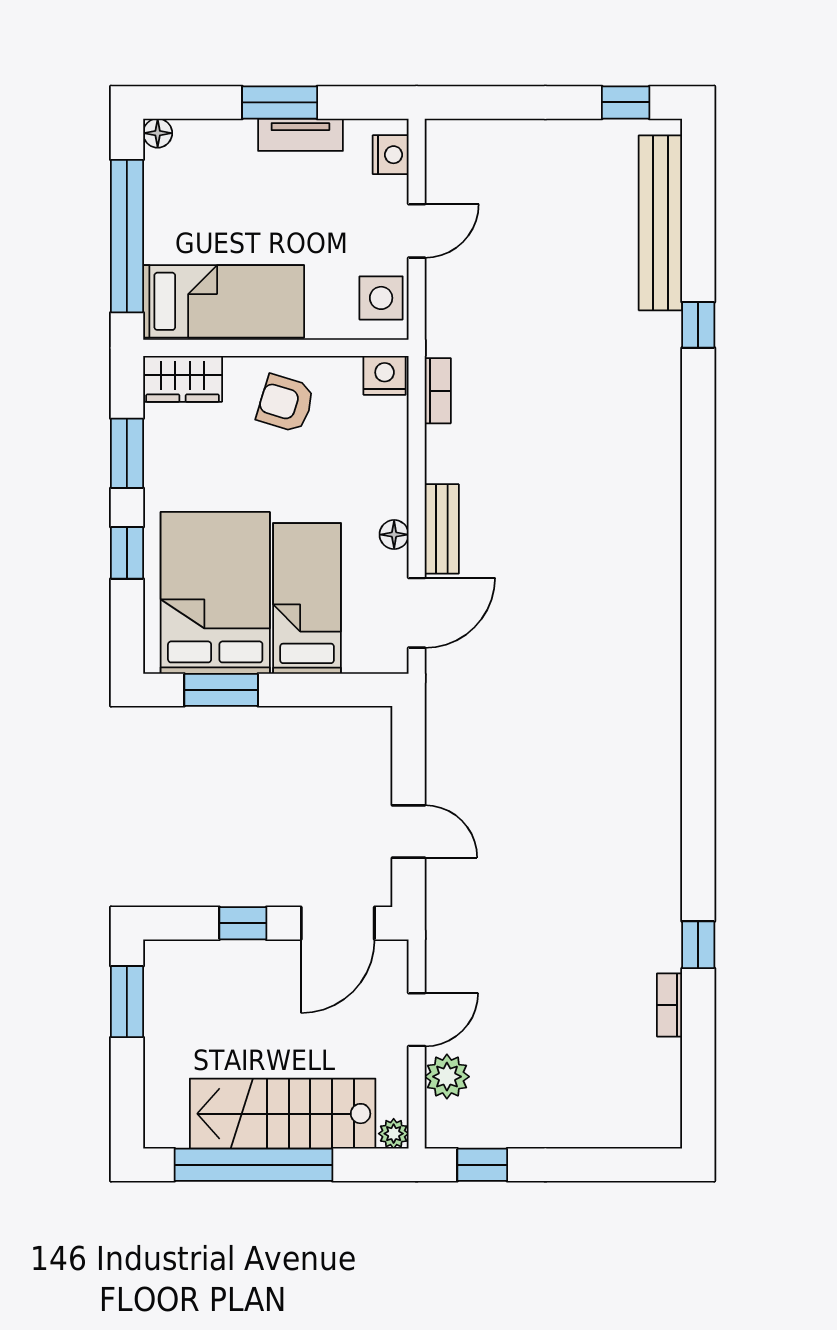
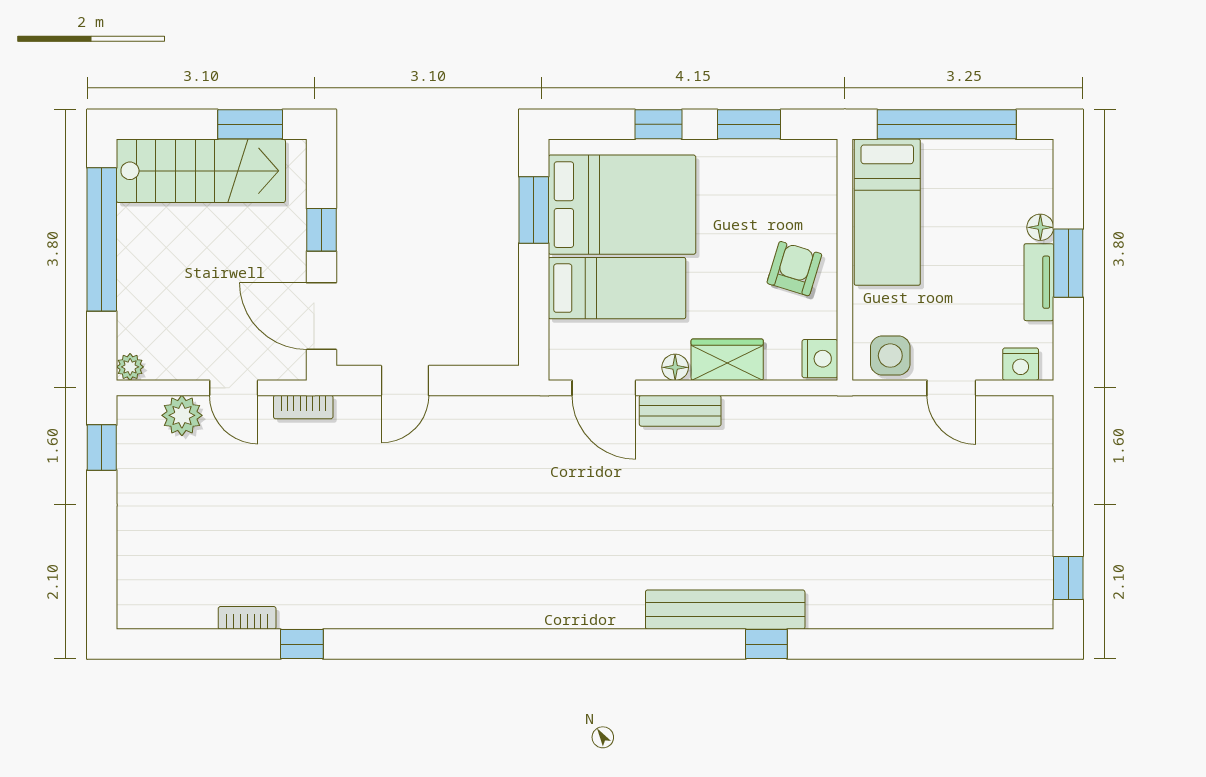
floor lamp: (158, 133) -> (1040, 227), moved
bench: (660, 223) -> (725, 610), moved
window: (698, 325) -> (766, 644), moved
wardrobe: (183, 379) -> (727, 360), moved, turned 90
bookcase: (438, 391) -> (303, 407), moved
stairs: (283, 1114) -> (201, 171), moved, turned 90

